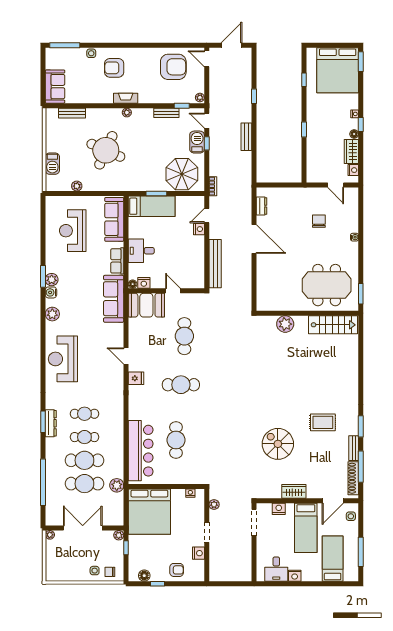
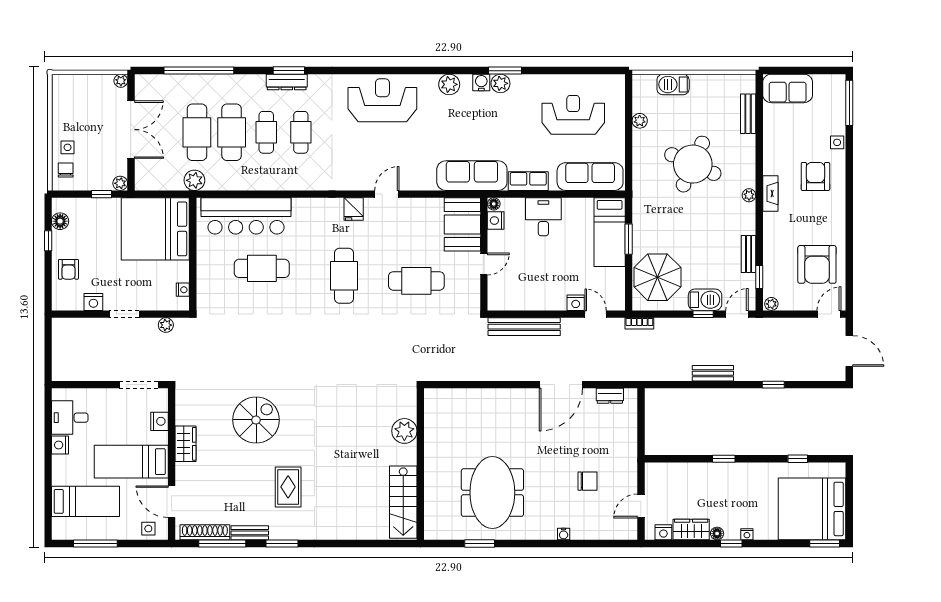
wall: (307, 313) -> (420, 464), moved
plant: (285, 324) -> (404, 431), moved
stairs: (333, 325) -> (403, 502), moved

